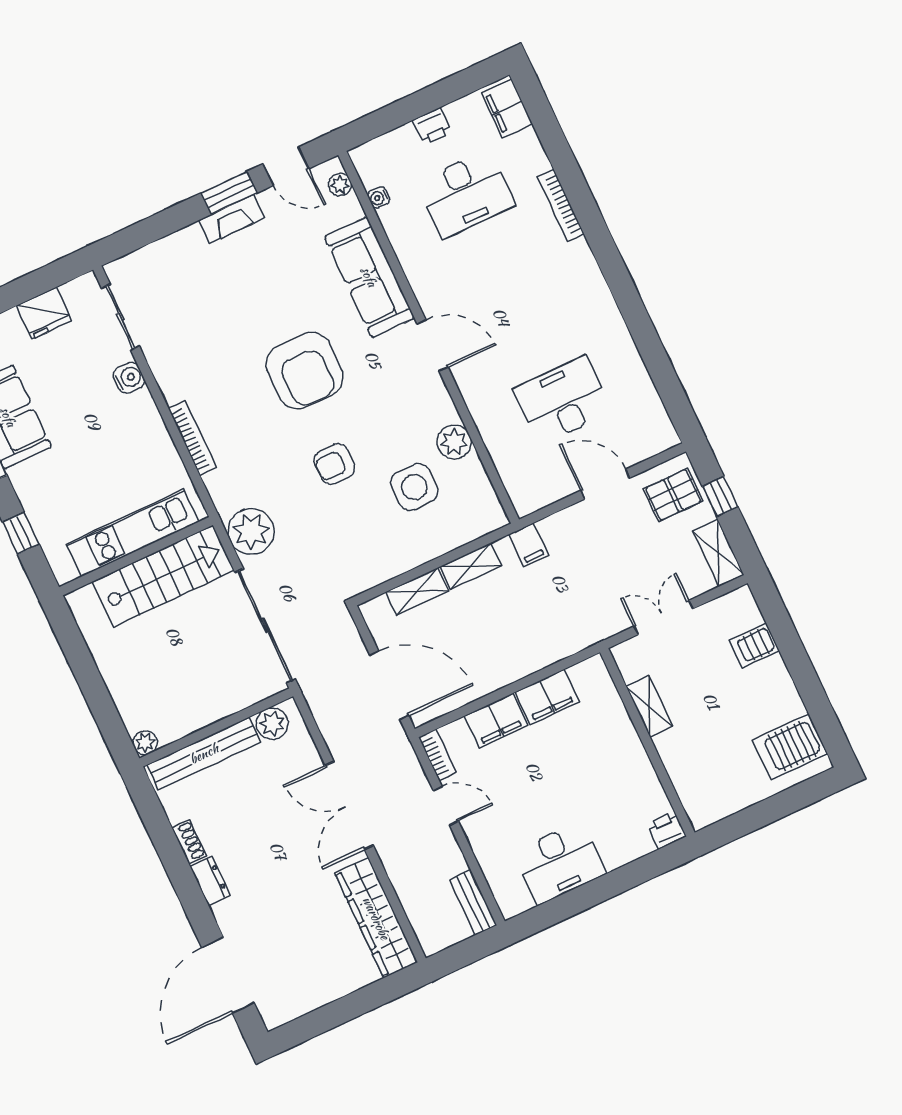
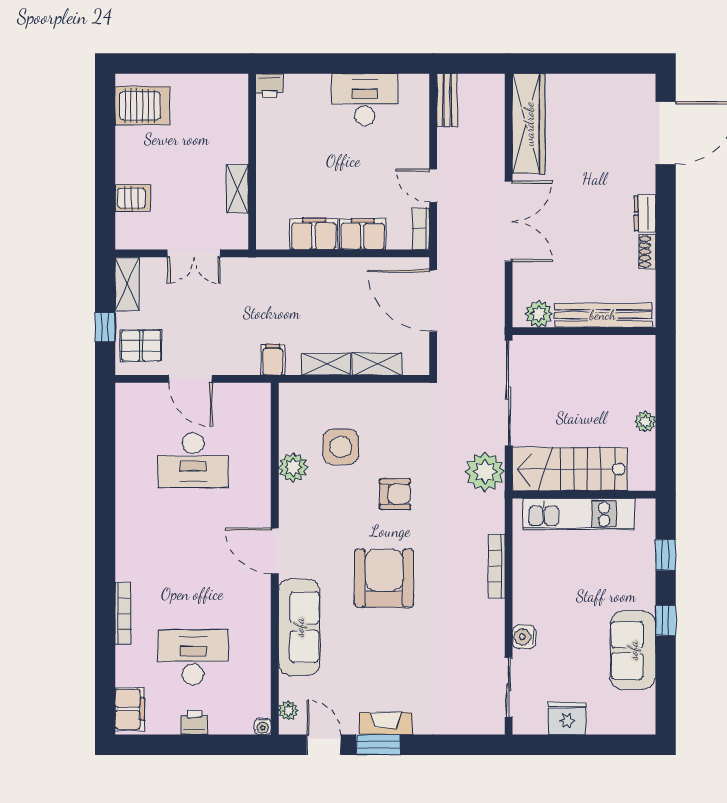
water cooler: (379, 198) -> (263, 726), moved, turned 90
plant: (145, 743) -> (645, 421), moved

